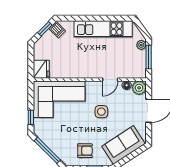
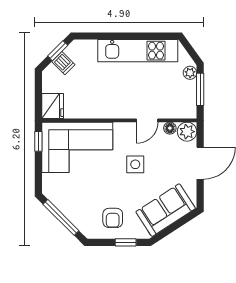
dishwasher: (57, 30) -> (63, 63), moved
window: (31, 117) -> (38, 141), moved
armchair: (85, 151) -> (113, 218), turned 90

